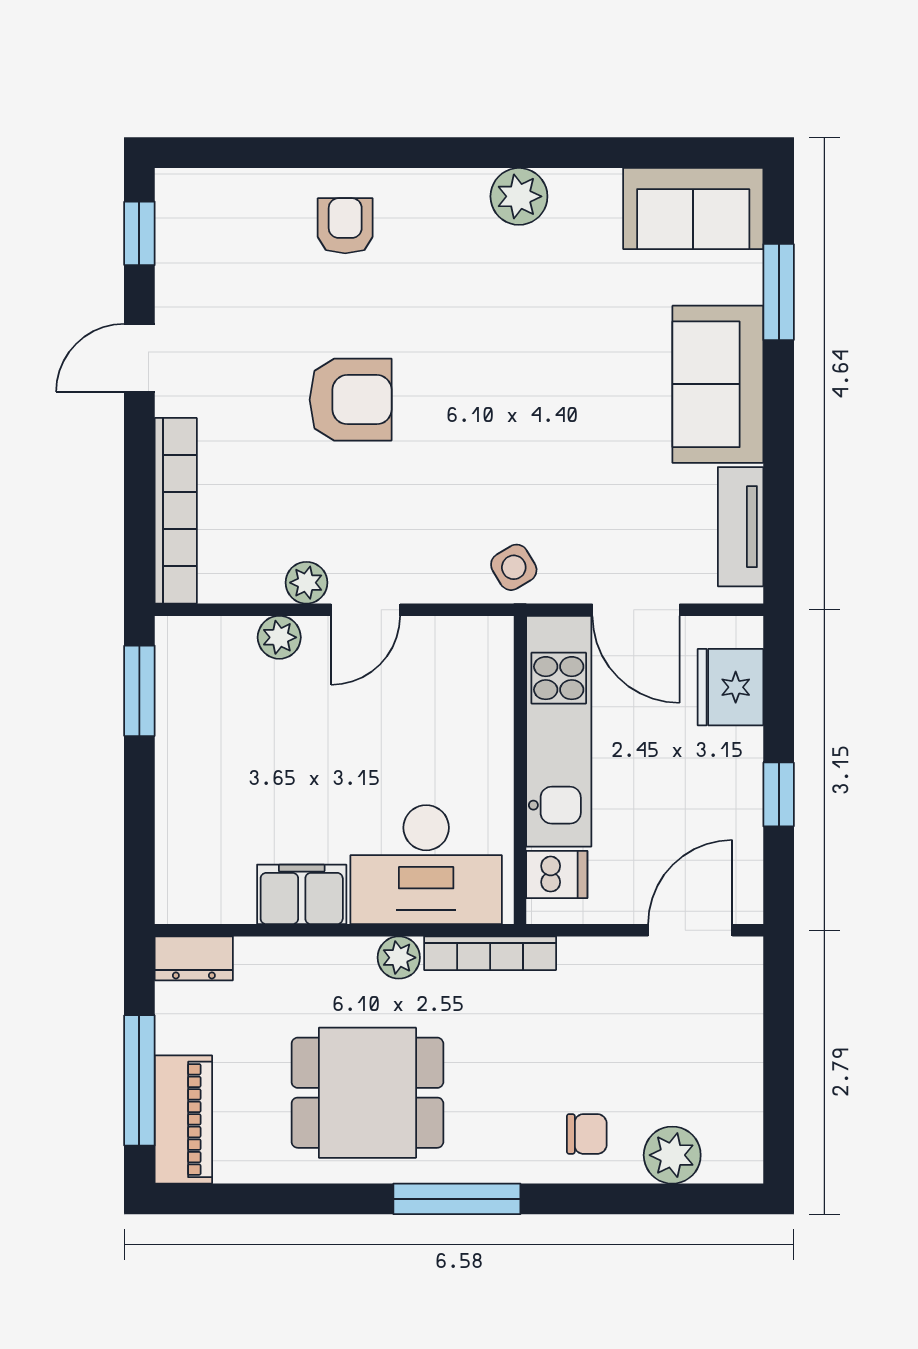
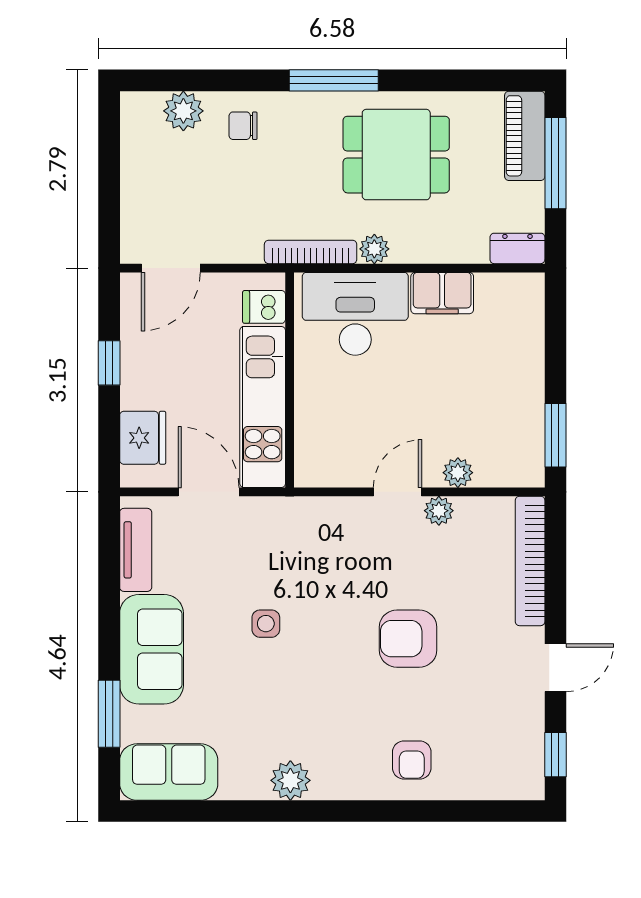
side table: (514, 567) -> (266, 624), moved, turned 31

